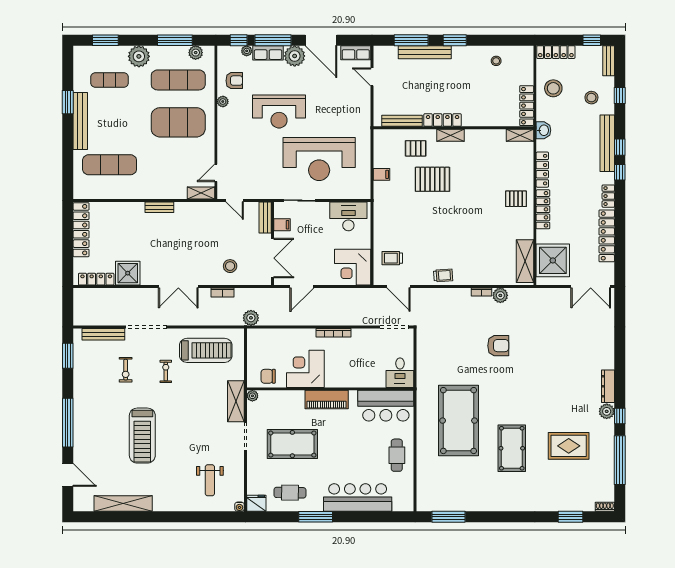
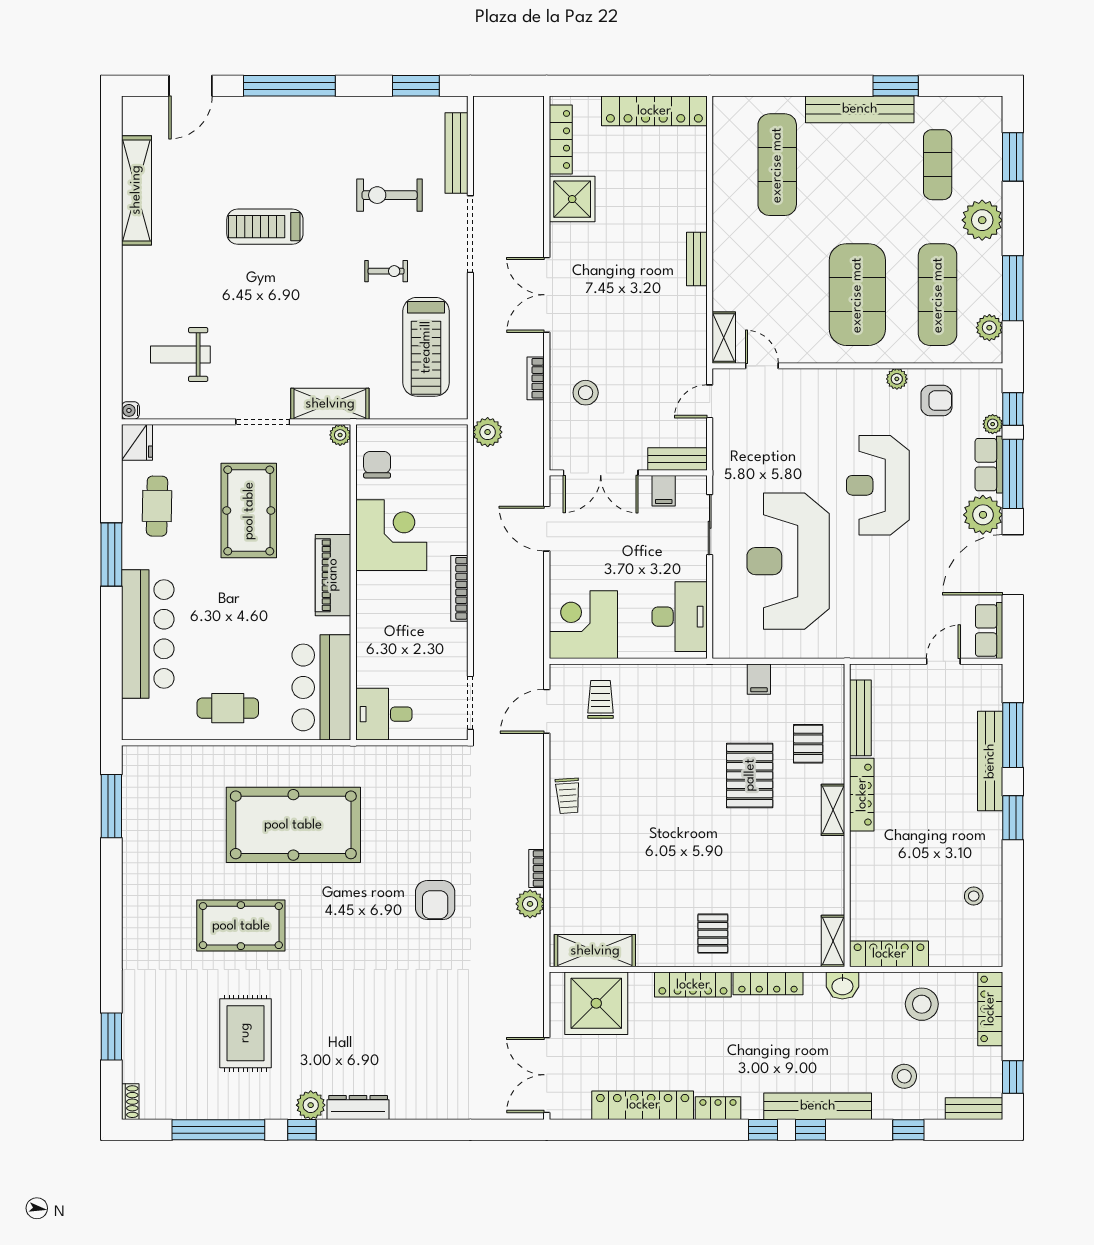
armchair: (234, 81) -> (936, 401), turned -90
exercise bike: (126, 370) -> (390, 195), width x1.38, depth x1.39
treadmill: (142, 436) -> (265, 227), width x0.73, depth x0.73

